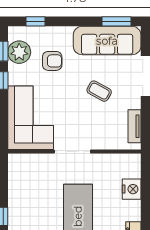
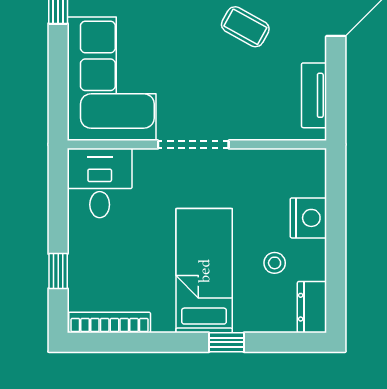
desk: (24, 171) -> (100, 183), added
stool: (114, 212) -> (275, 263), added

